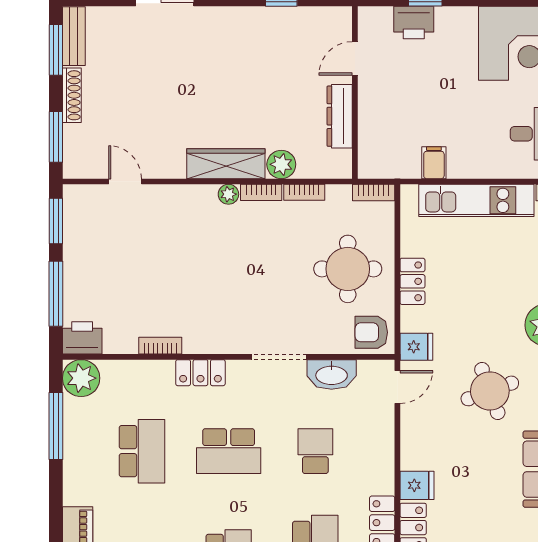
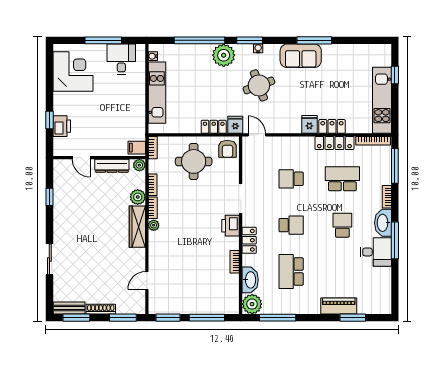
filing cabinet: (434, 163) -> (137, 148), moved
plant: (341, 167) -> (139, 165), added
locker: (412, 281) -> (214, 127), moved
printer: (82, 338) -> (231, 226), moved
washbasin: (332, 374) -> (250, 280), moved
school desk: (142, 451) -> (291, 272), turned -90
school desk: (229, 451) -> (291, 225), width x0.54

